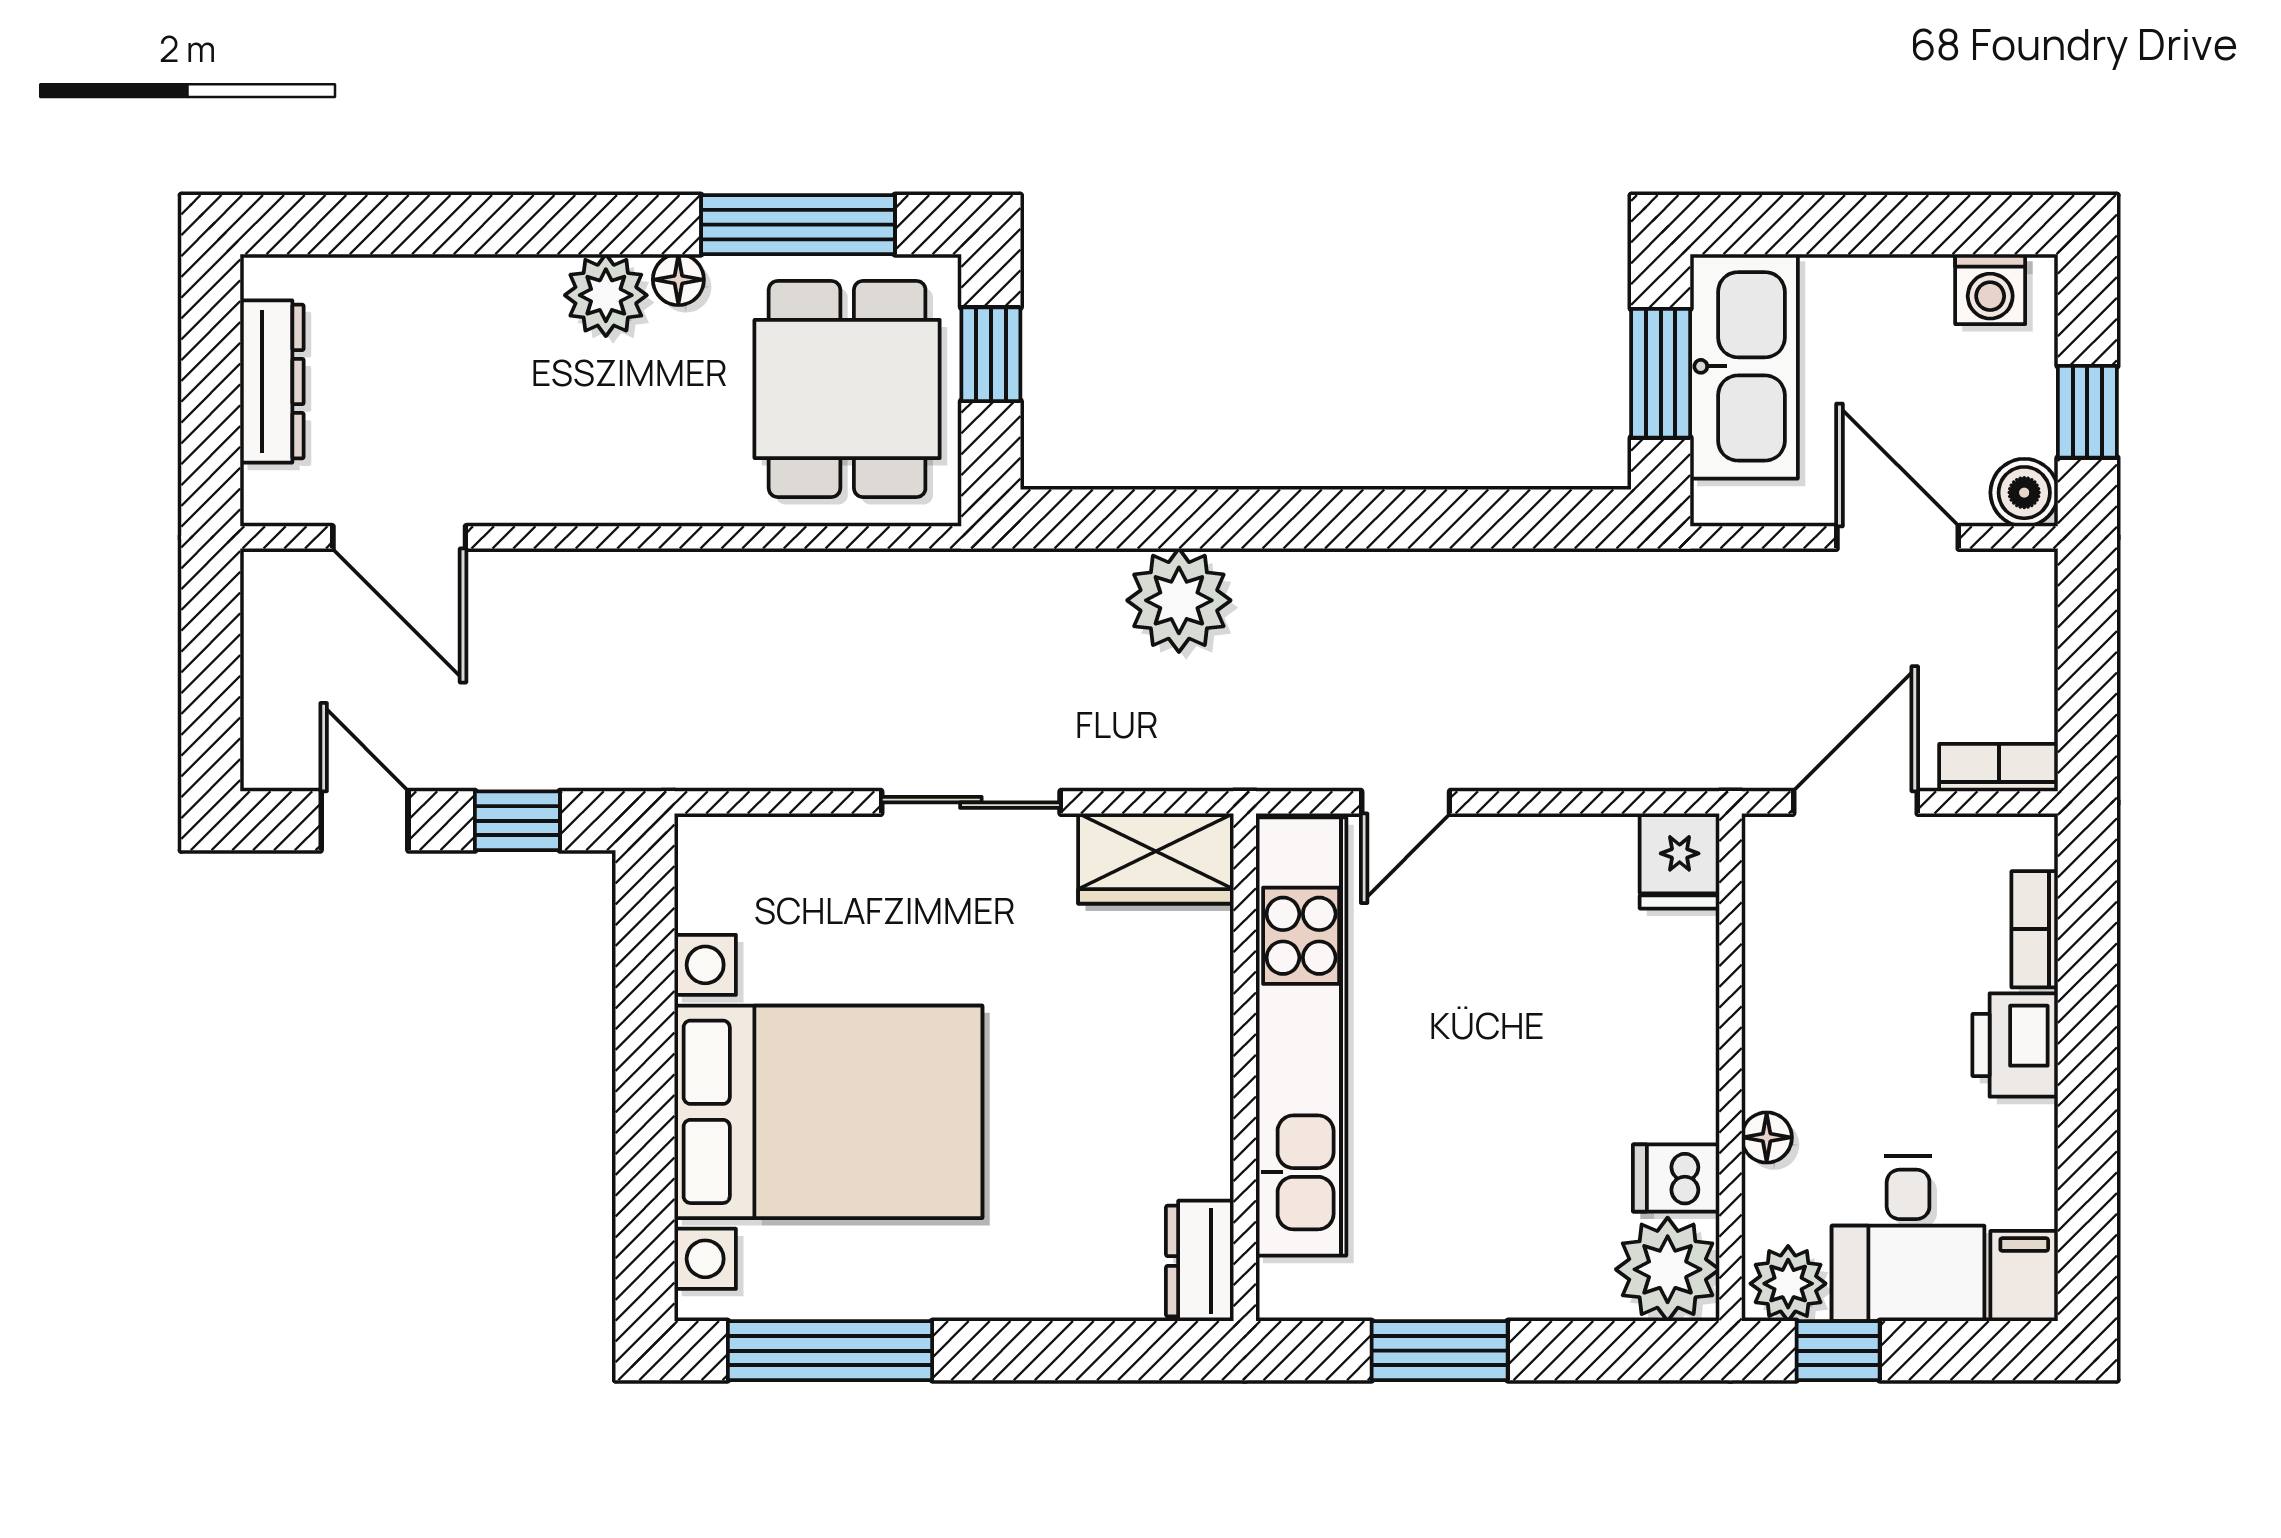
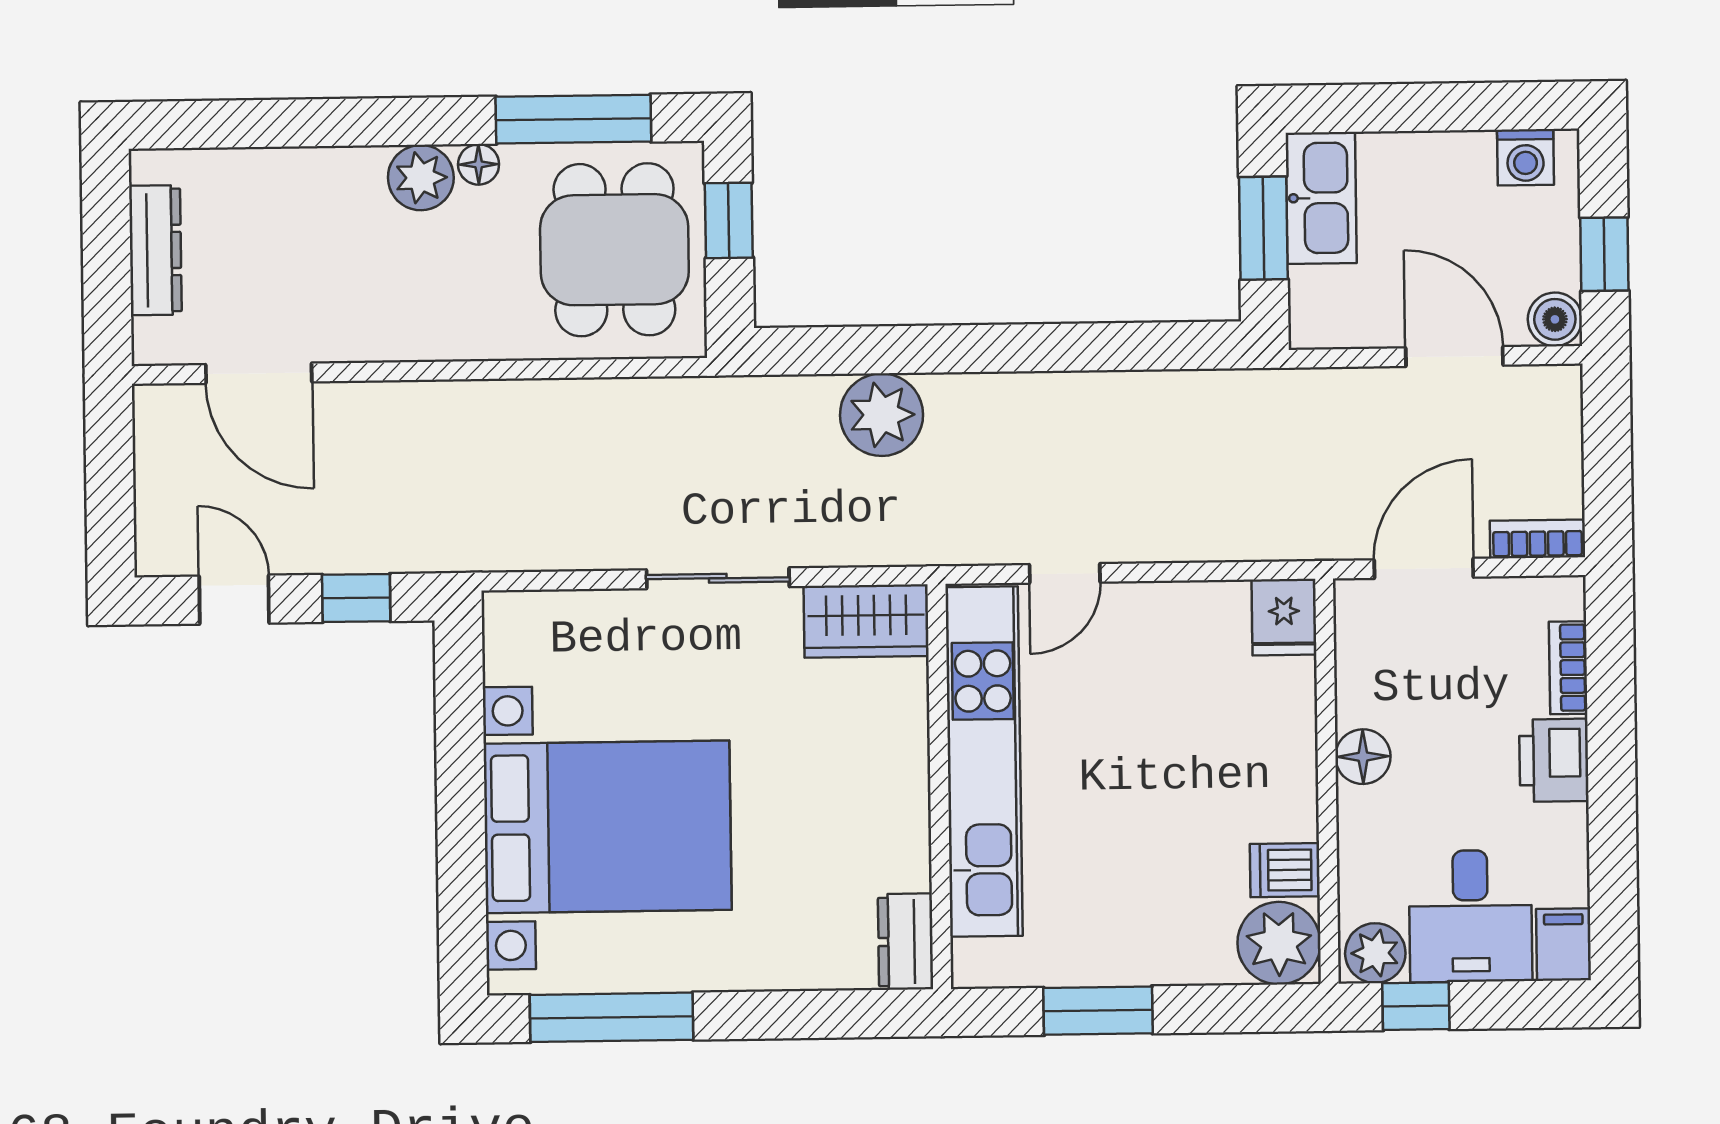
kitchen sink: (1744, 366) -> (1321, 198), width x0.73, depth x0.81
floor lamp: (1767, 1137) -> (1363, 757), moved, width x1.37, depth x1.37

